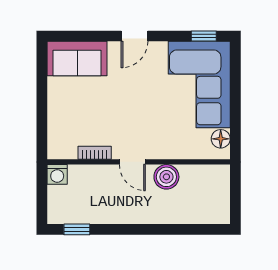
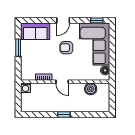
window: (42, 92) -> (18, 48), added
armchair: (141, 92) -> (66, 48), added
boiler: (166, 177) -> (91, 89), moved
window: (77, 229) -> (64, 114), moved

